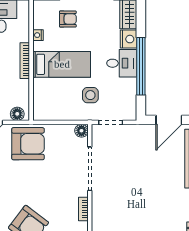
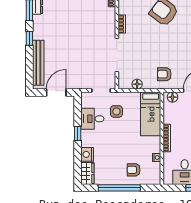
desk: (122, 63) -> (92, 119), moved
bed: (62, 64) -> (151, 114), moved, turned -90
window: (141, 66) -> (78, 134), width x0.32
floor lamp: (81, 131) -> (137, 84), moved
armchair: (28, 144) -> (164, 74), width x0.53, depth x0.53

